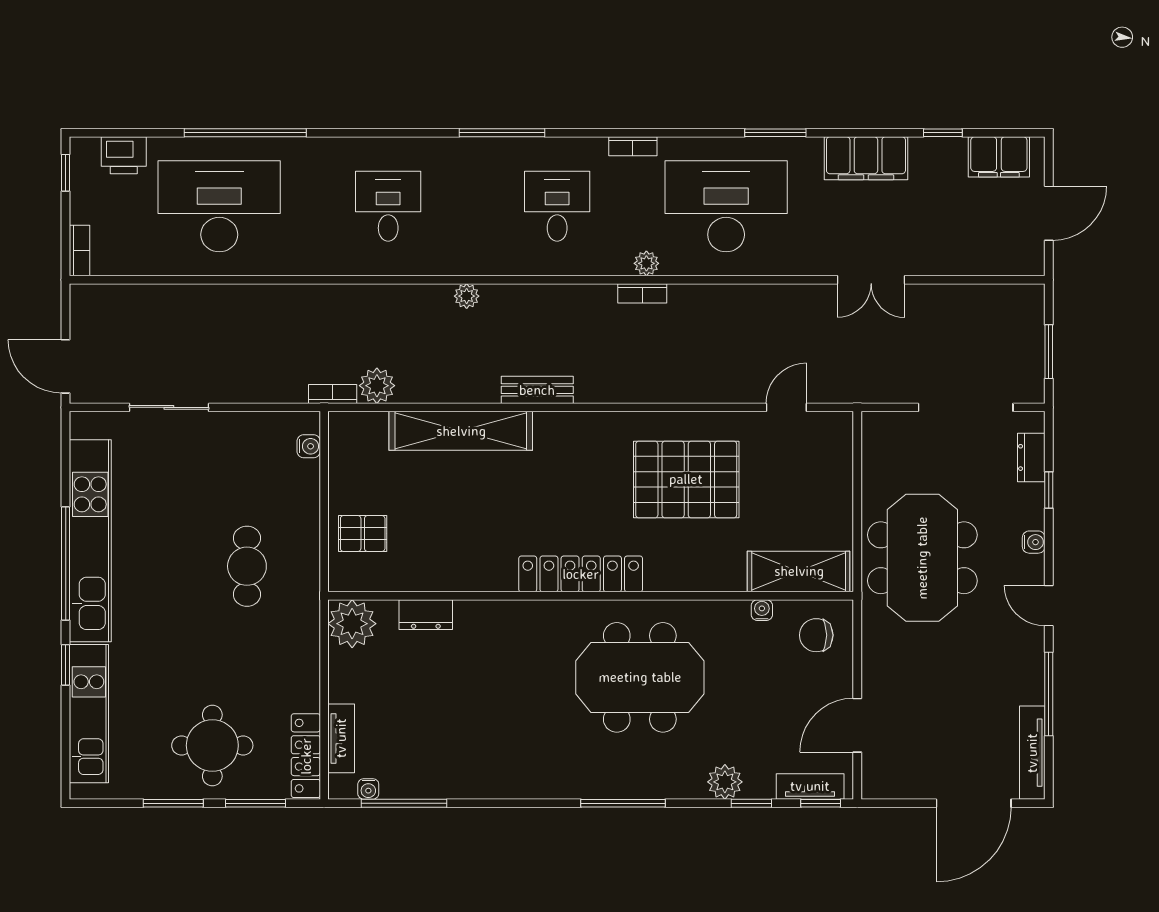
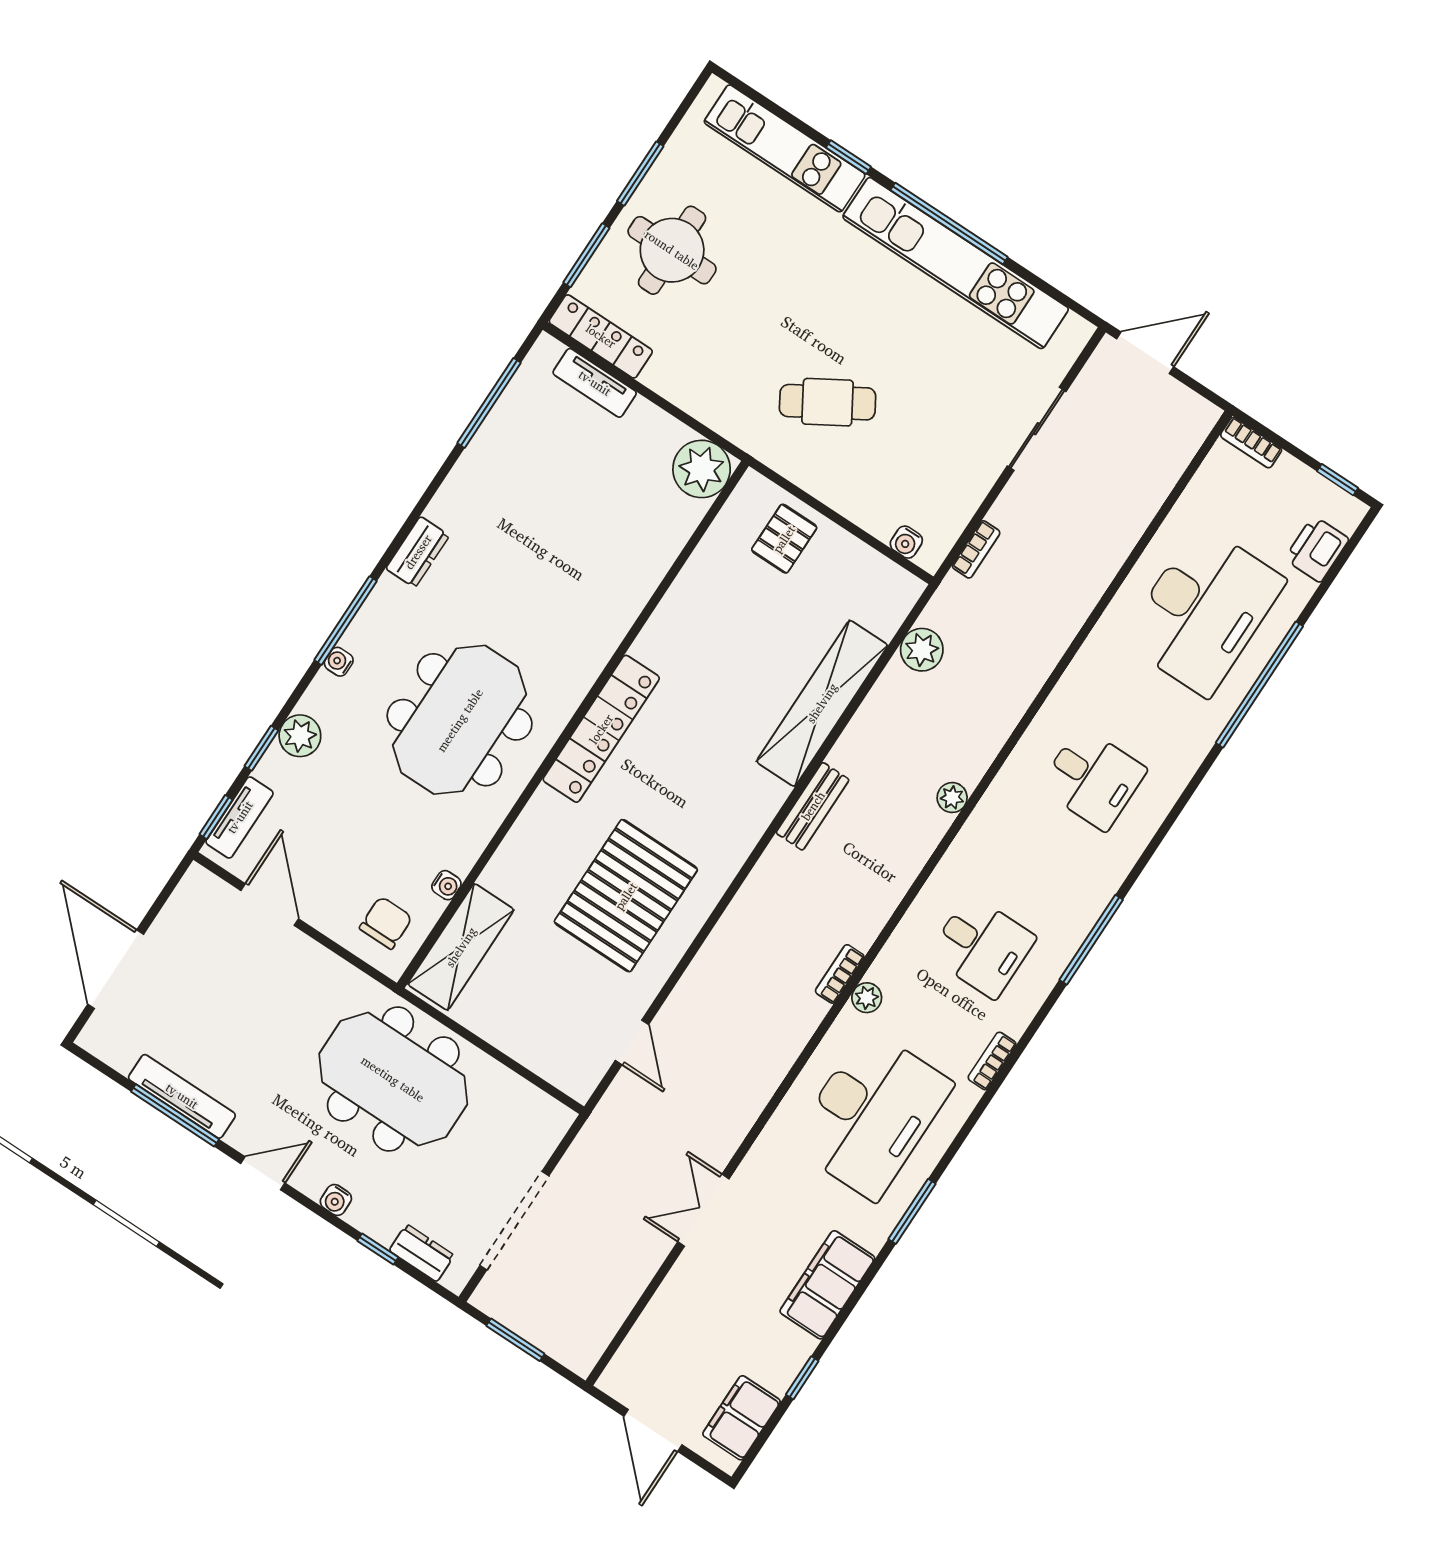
bookcase: (333, 394) -> (976, 549), moved
cafe table: (247, 566) -> (828, 402), turned -31
dresser: (426, 615) -> (418, 552), moved, turned 180
tv unit: (1032, 753) -> (182, 1096), moved
water cooler: (368, 789) -> (339, 662), moved

